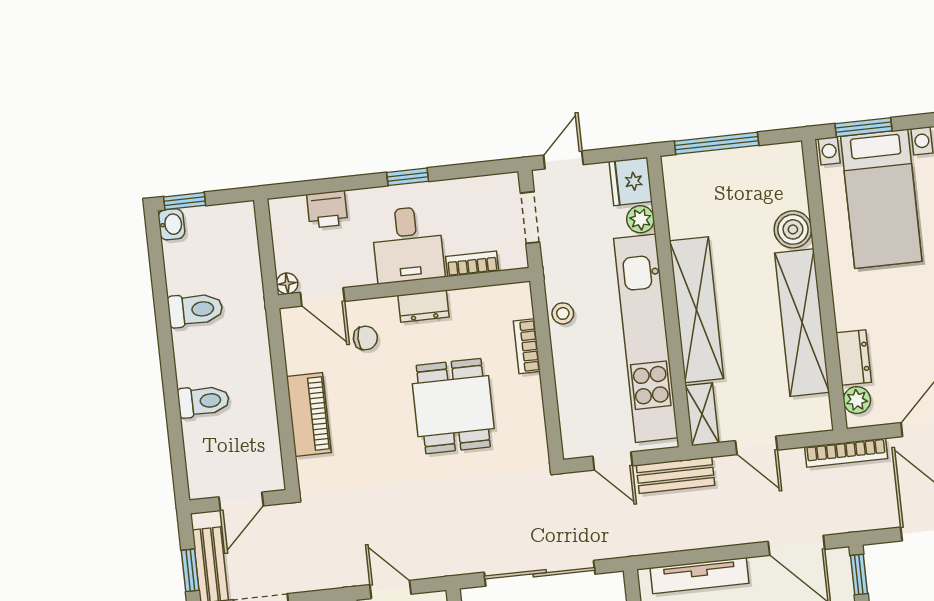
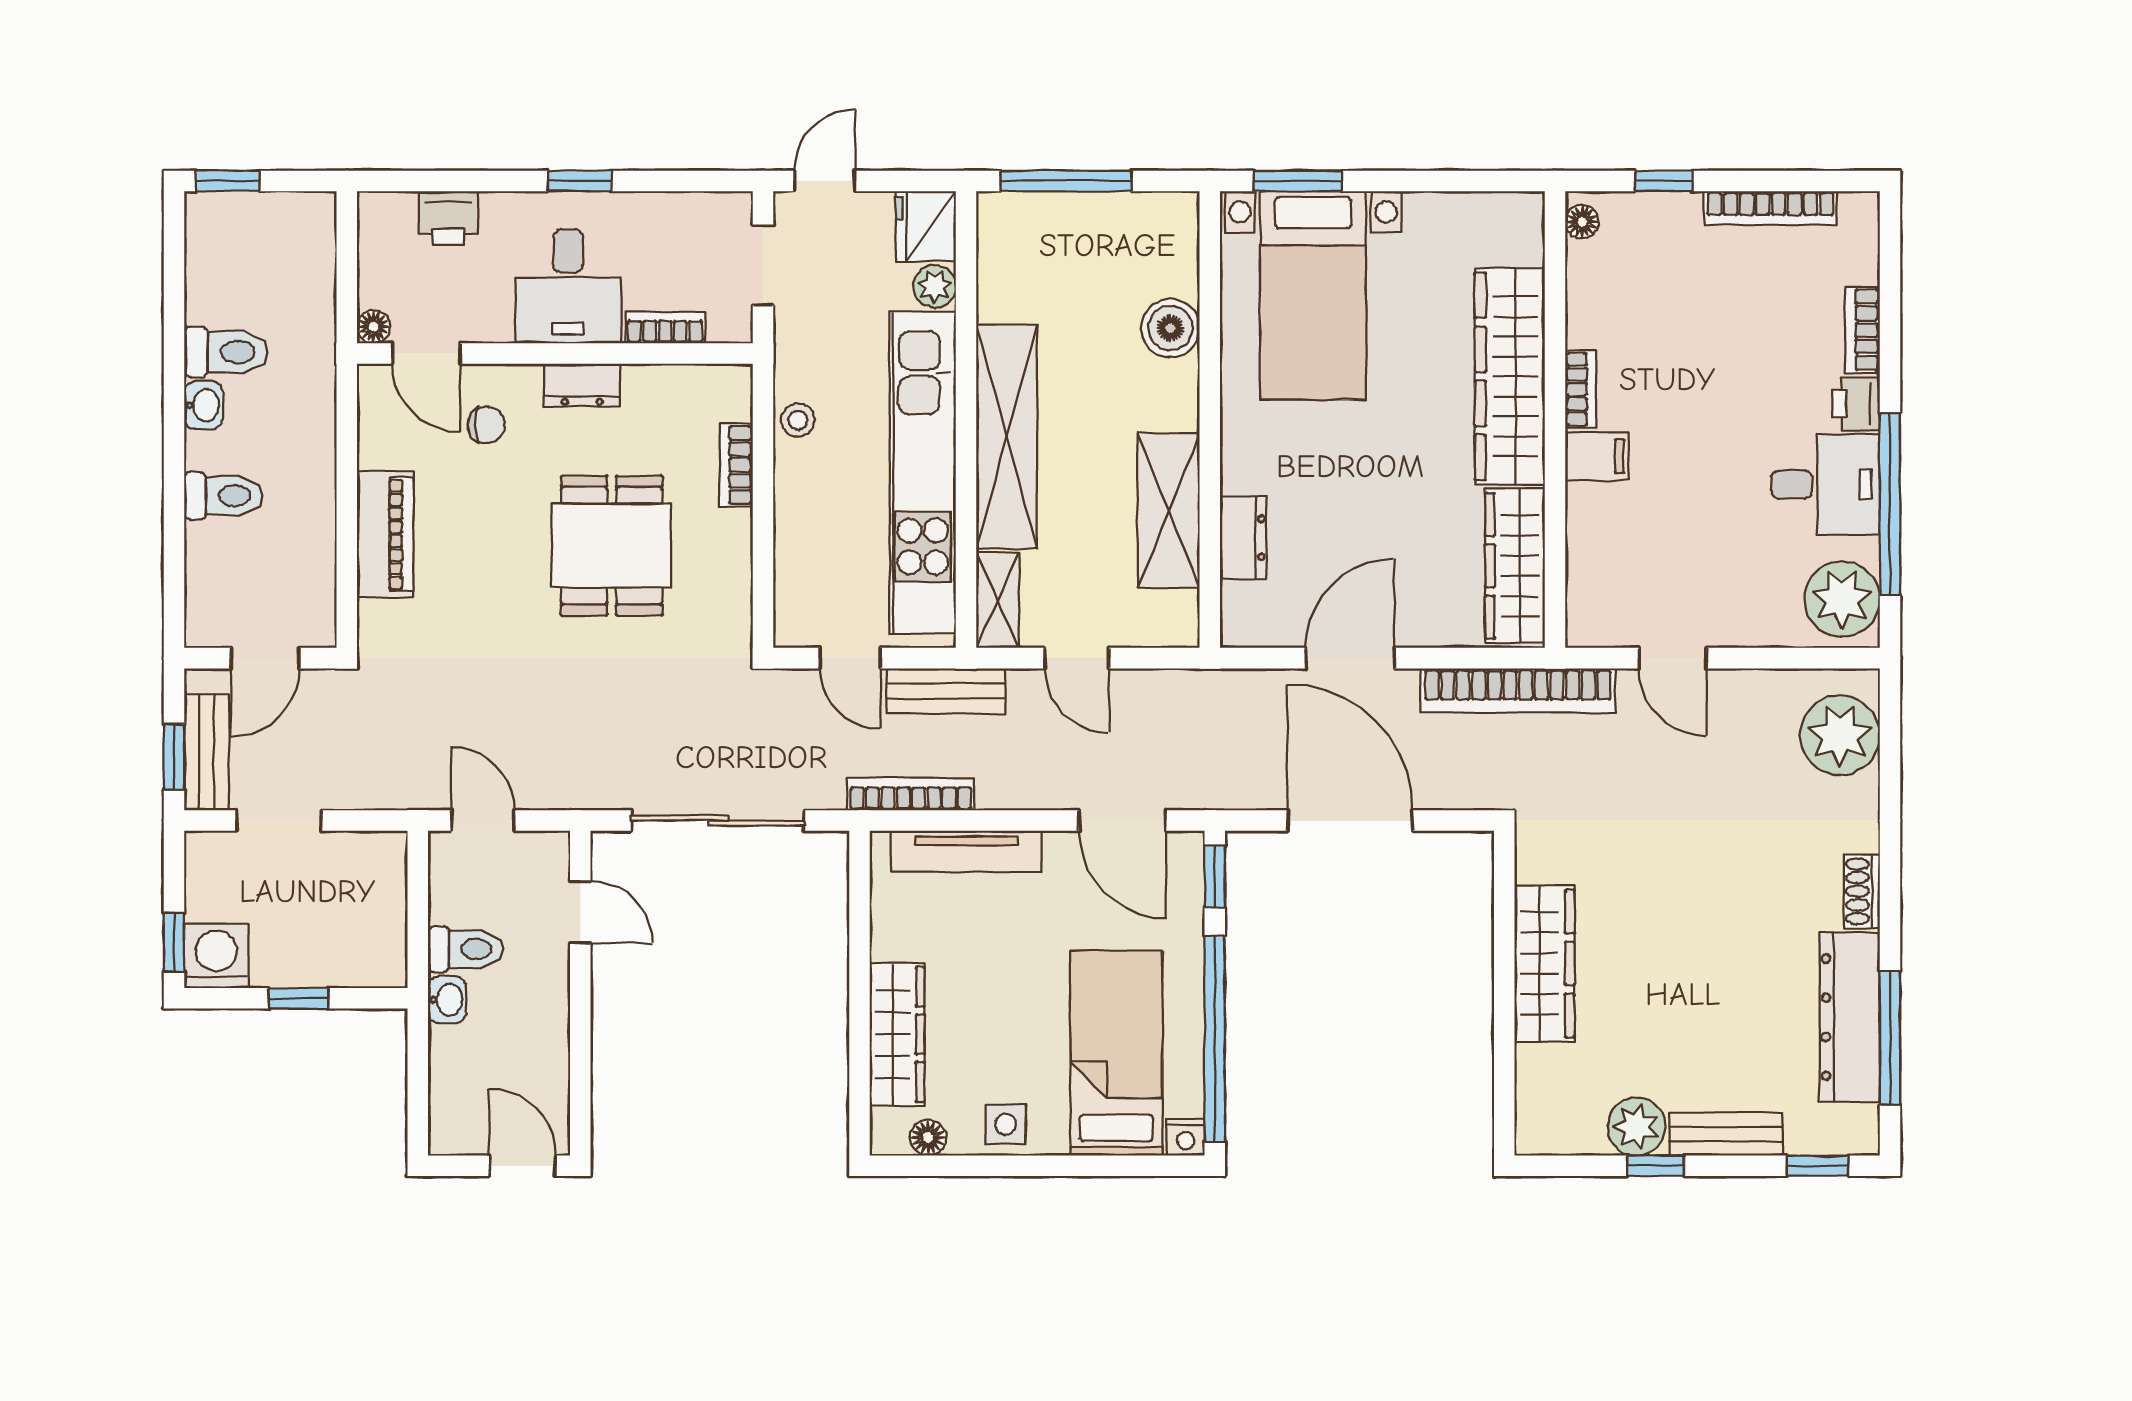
washbasin: (171, 224) -> (204, 405), moved
shelving: (802, 323) -> (1169, 511), width x0.68
plant: (857, 400) -> (1241, 605), removed
bookcase: (846, 453) -> (911, 794), moved, turned 180

